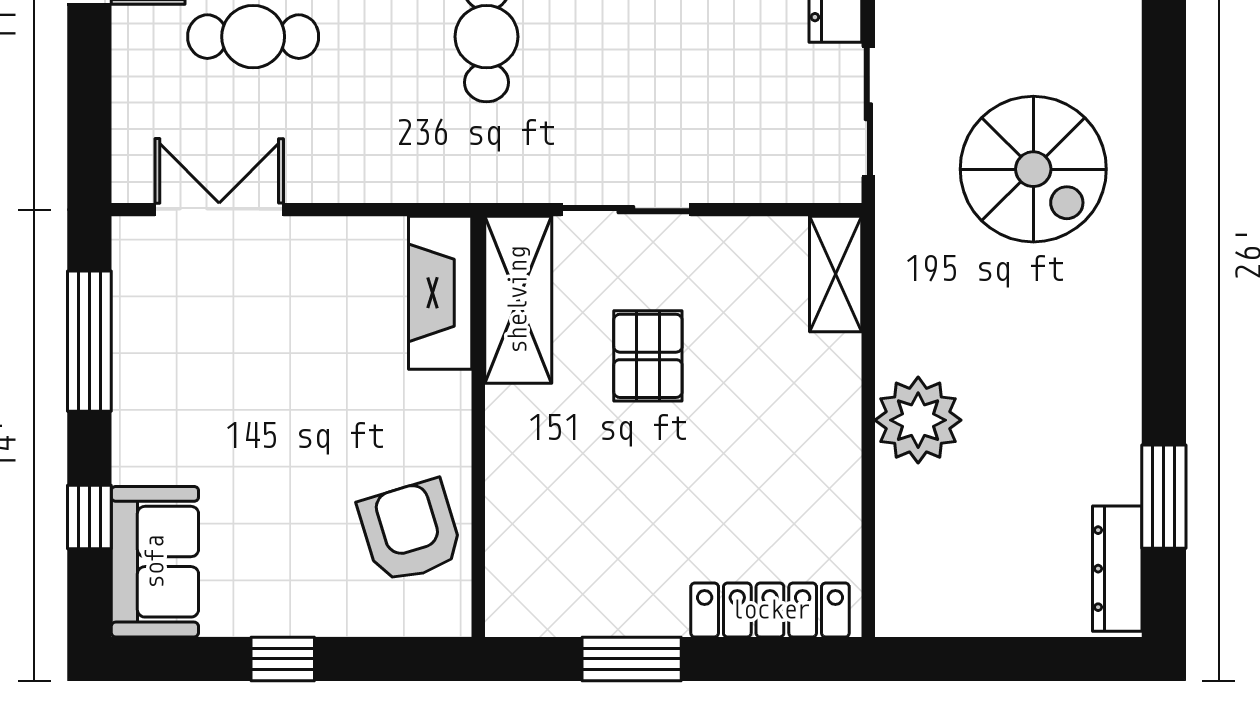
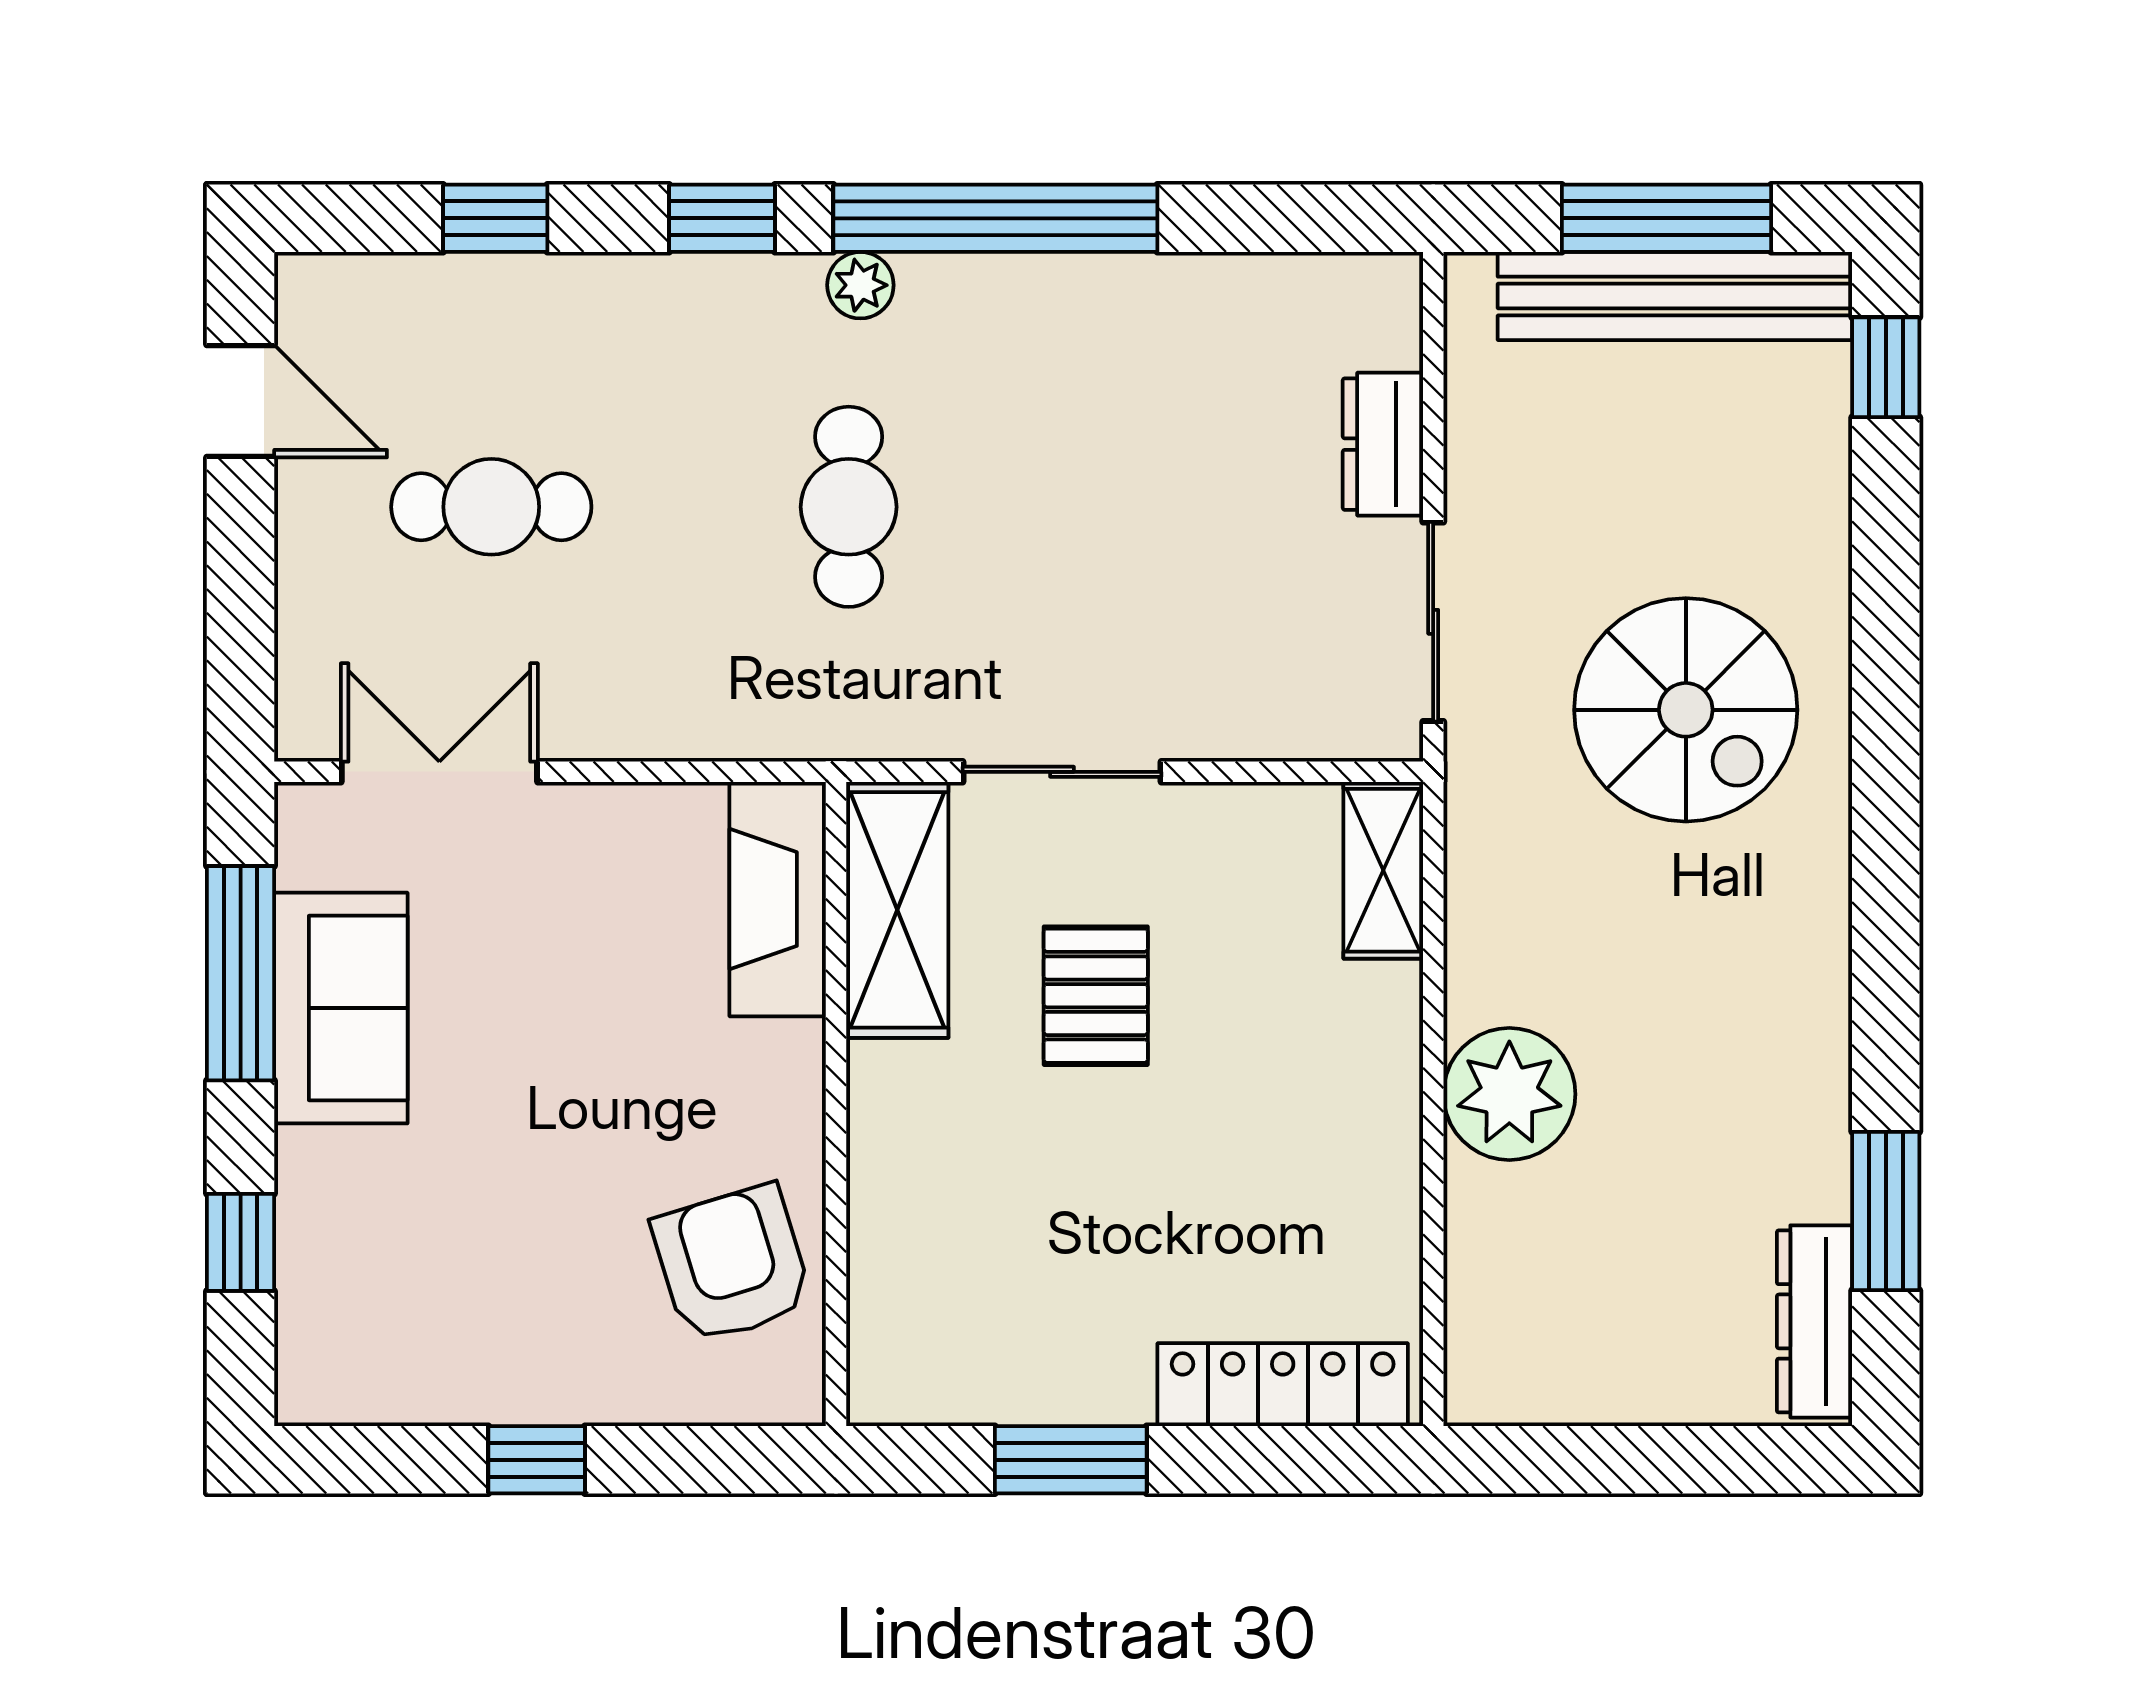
sofa: (155, 562) -> (341, 1008), moved

